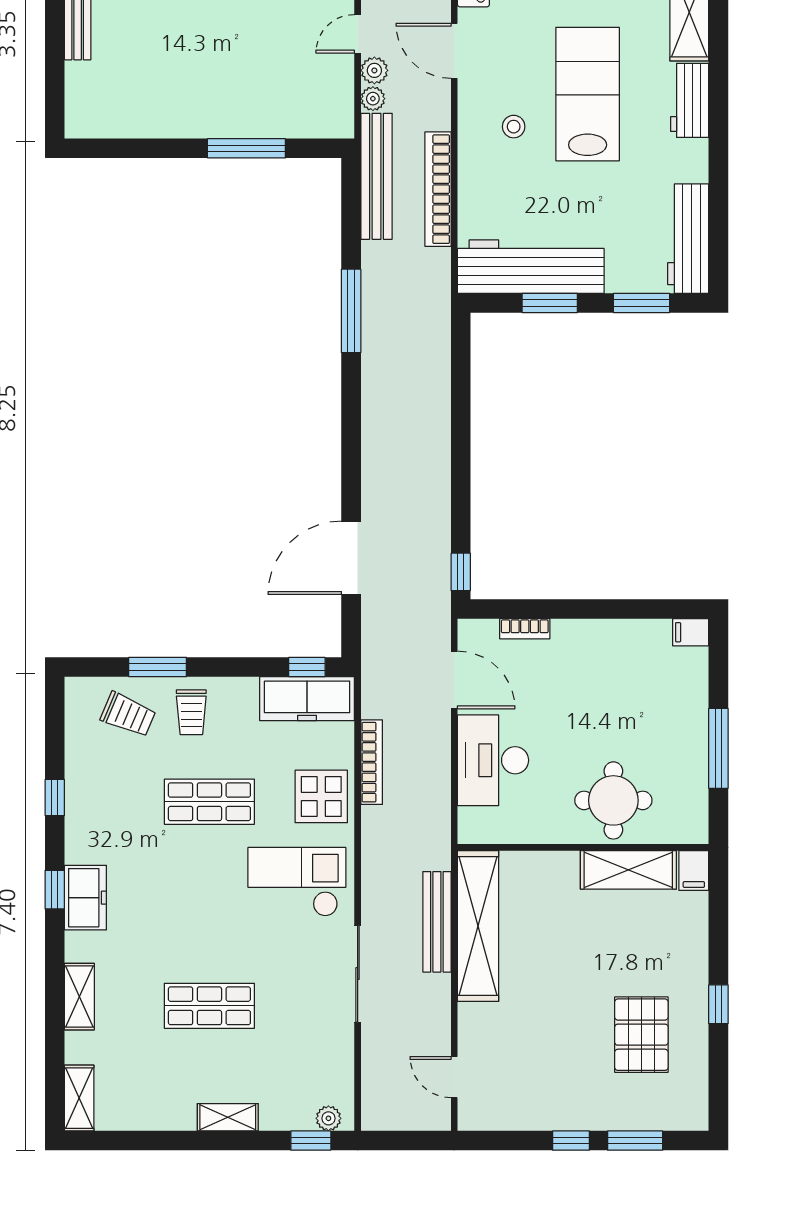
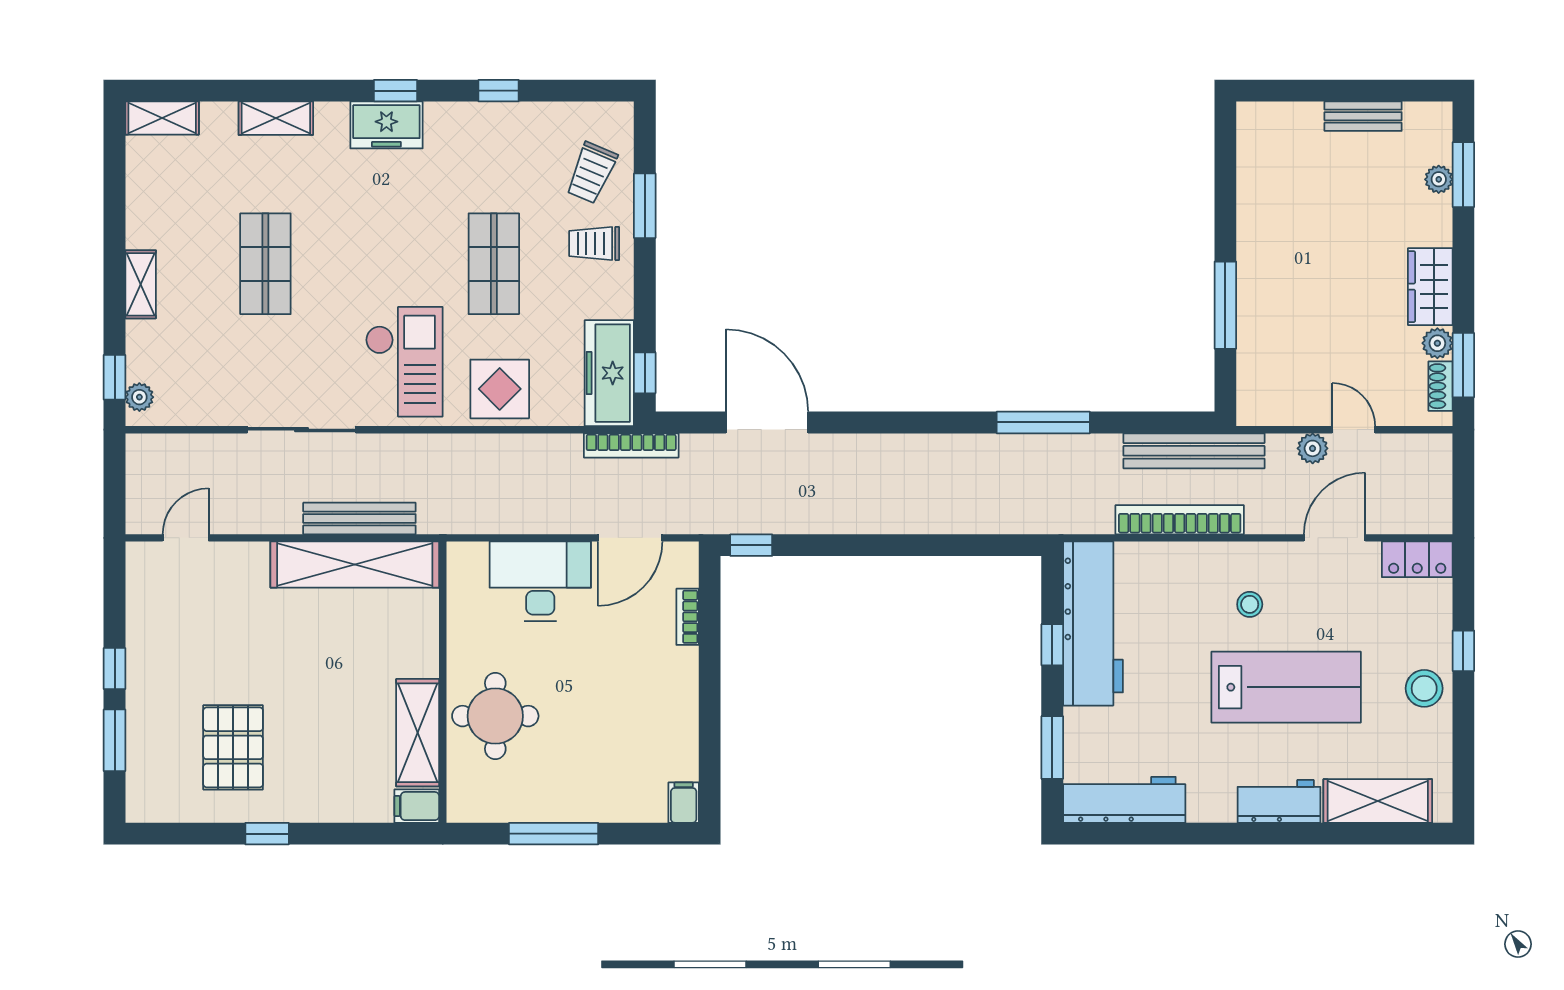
plant: (373, 99) -> (1281, 447), removed
window: (550, 303) -> (1052, 645), width x0.67
bookcase: (372, 762) -> (631, 445), moved
pallet: (641, 1035) -> (233, 747), turned 90

